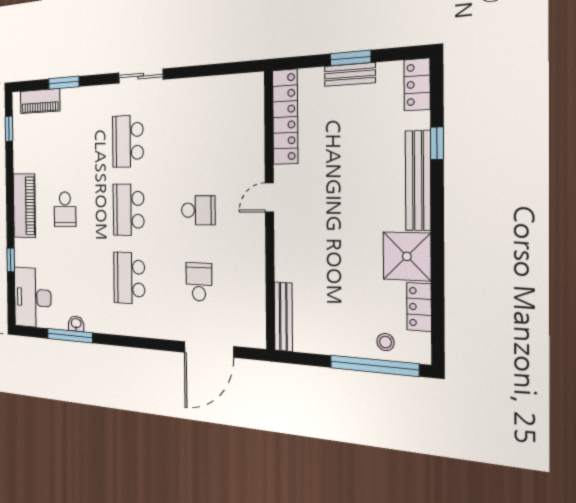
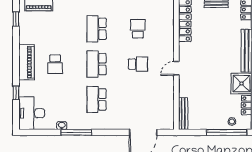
door: (269, 198) -> (176, 68), moved
school desk: (199, 282) -> (138, 29), moved
window: (70, 336) -> (76, 132), moved

